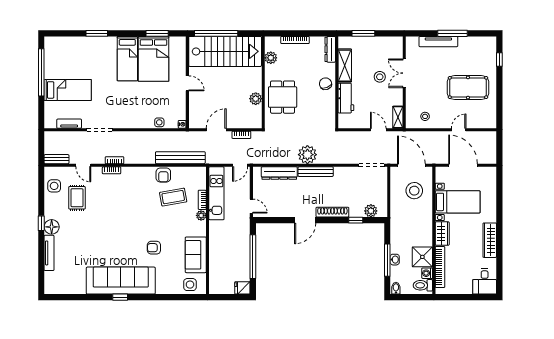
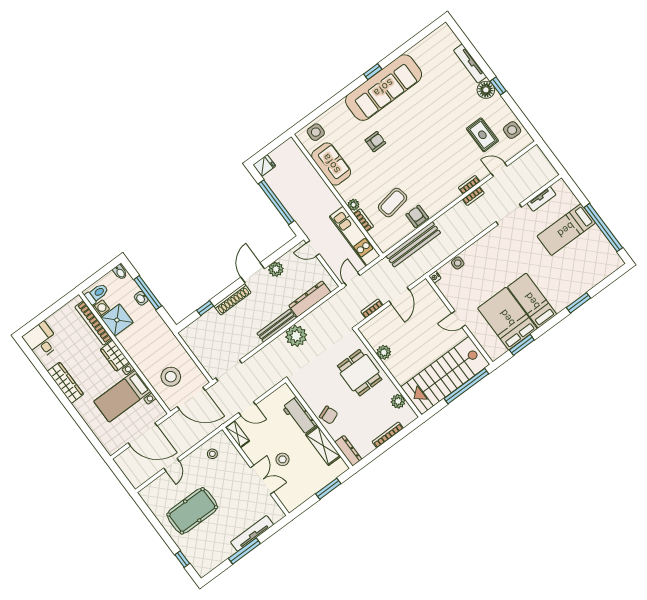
bench: (57, 159) -> (529, 157), removed
plant: (371, 211) -> (276, 269), moved

